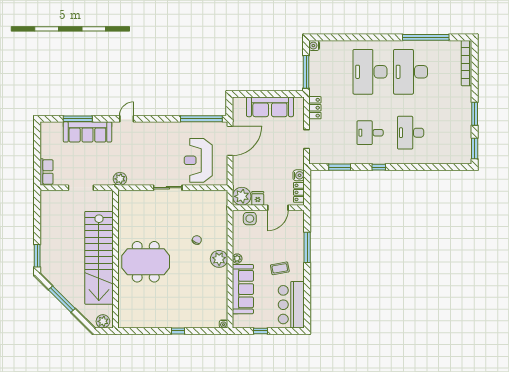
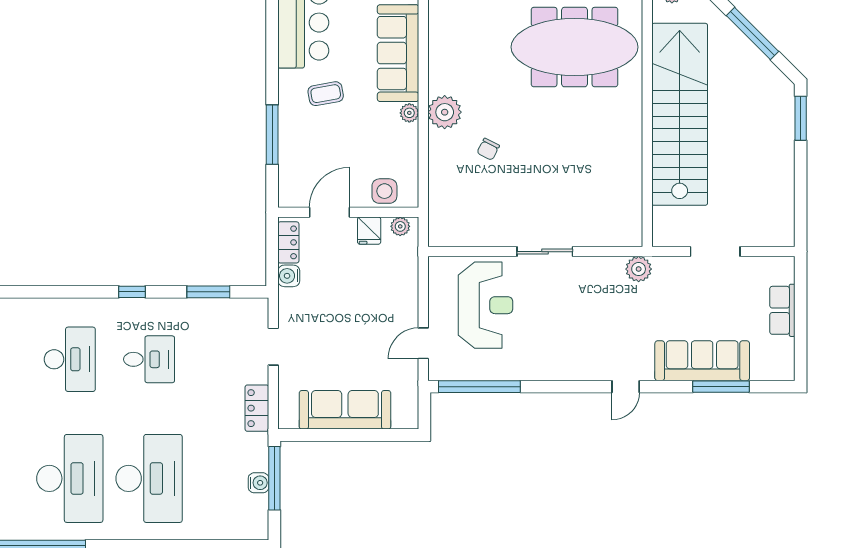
water cooler: (314, 46) -> (258, 483), moved
door: (230, 141) -> (423, 343), width x0.53
row of seats: (47, 172) -> (782, 310), moved
plant: (242, 196) -> (400, 226), width x0.53, depth x0.53
meeting table: (146, 262) -> (575, 47), moved, width x1.36

